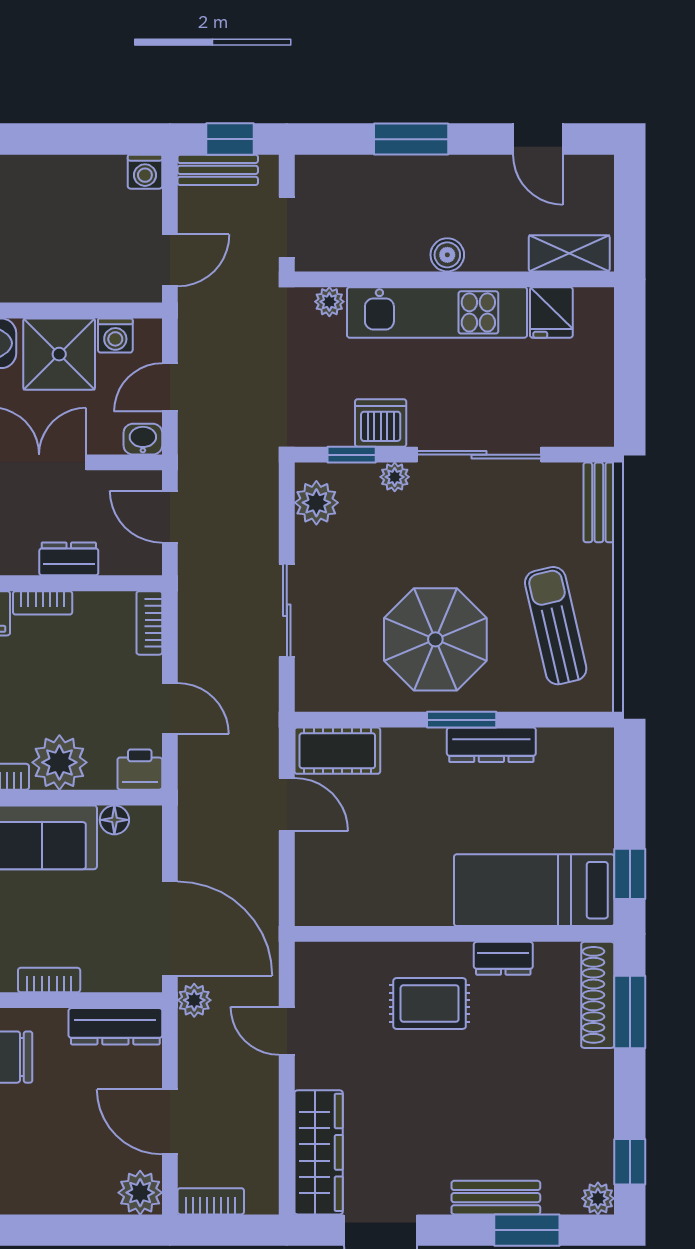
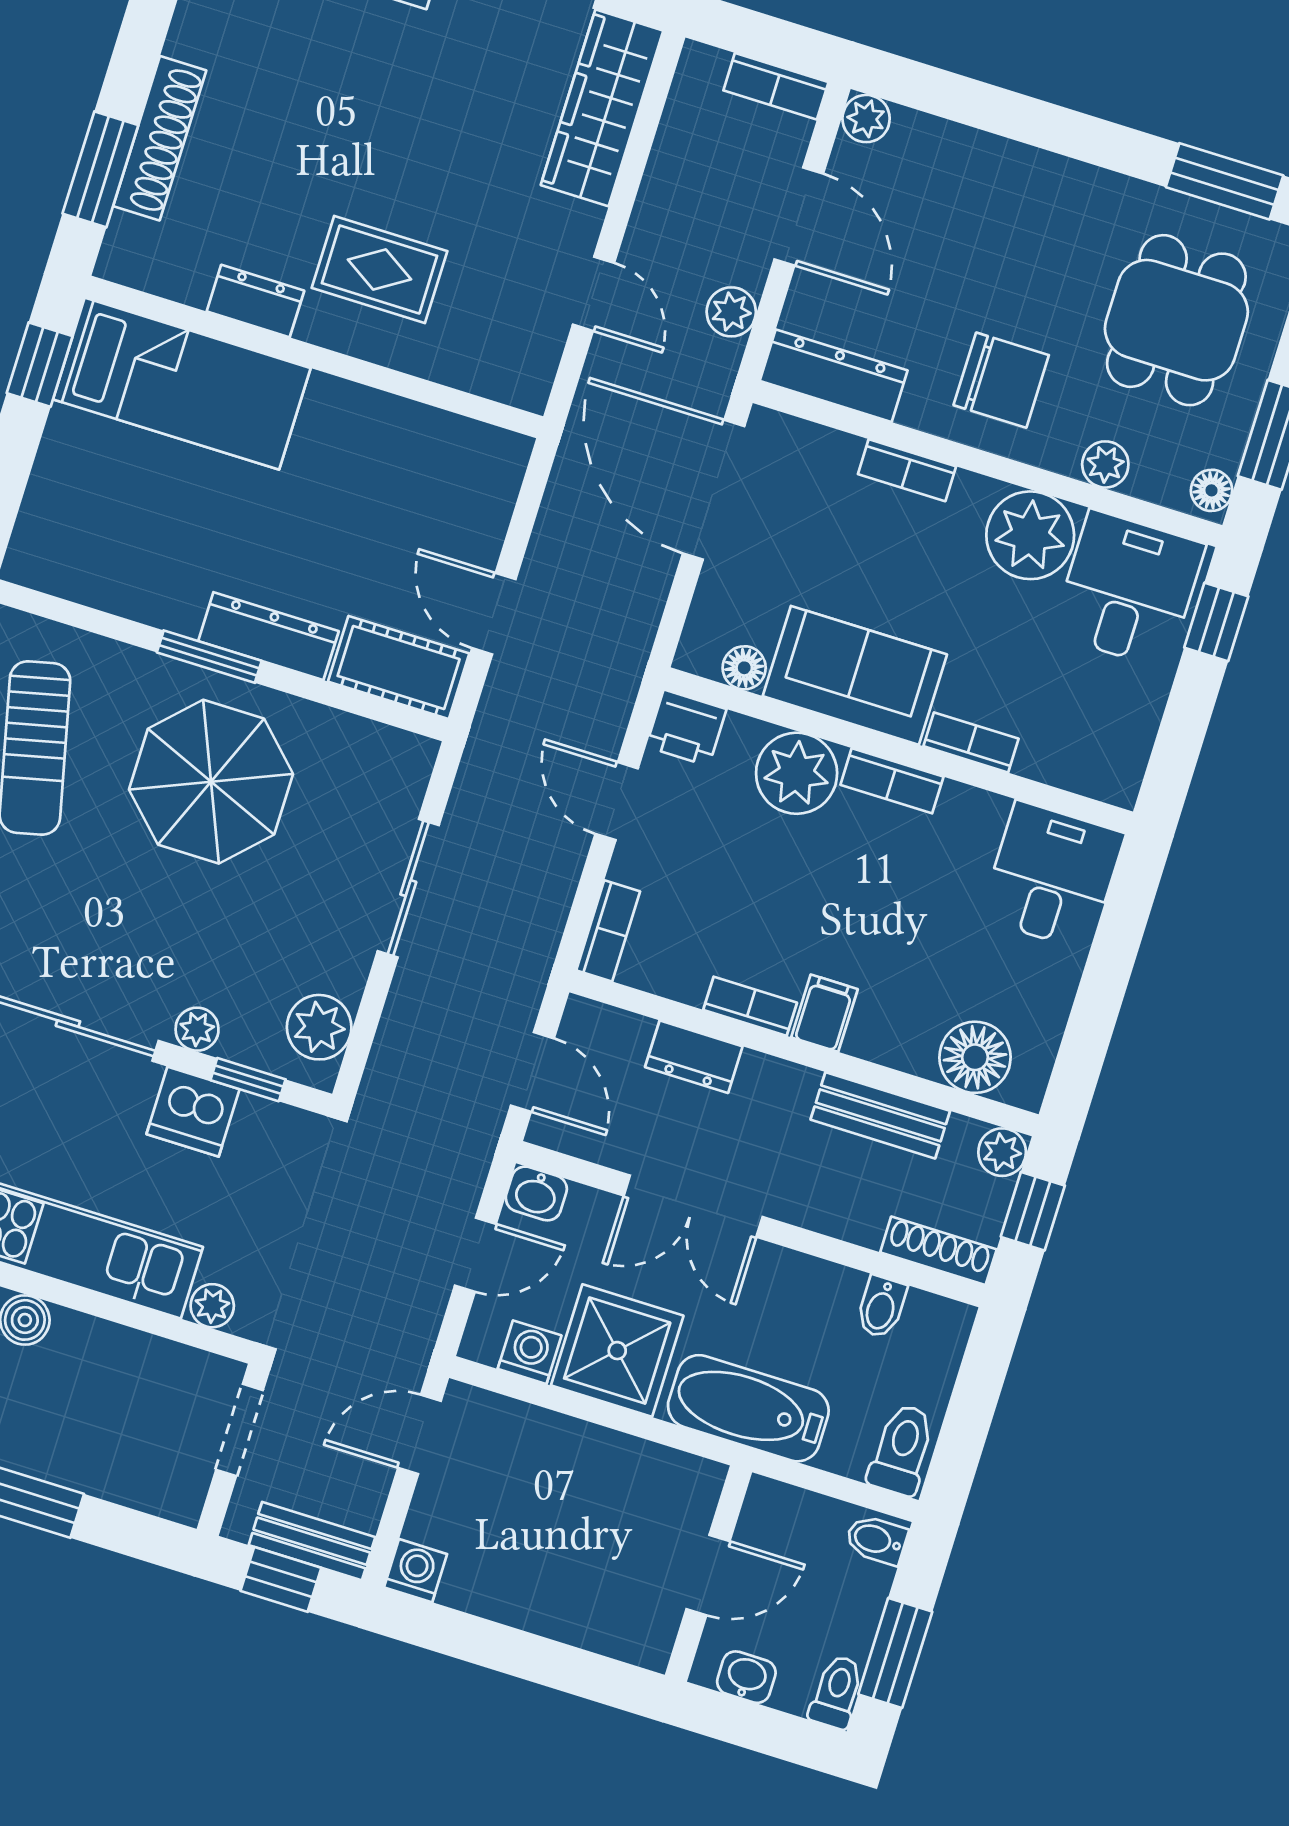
dresser: (491, 745) -> (268, 636), moved
shoe rack: (598, 995) -> (160, 138), moved
plant: (194, 1000) -> (731, 312), moved
plant: (140, 1193) -> (866, 119), width x0.73, depth x0.73

